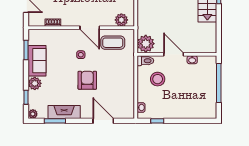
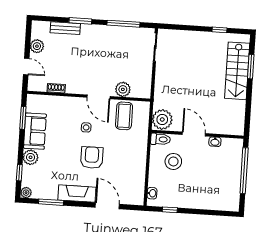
plant: (121, 20) -> (123, 89), moved
coffee table: (113, 43) -> (124, 116), turned 90
fireplace: (64, 112) -> (77, 194), moved

